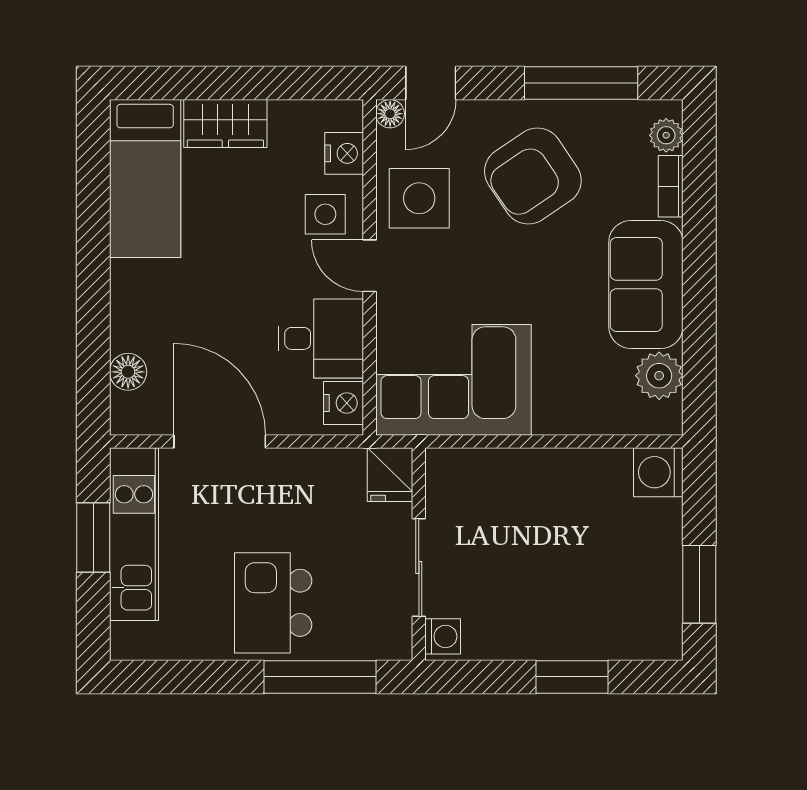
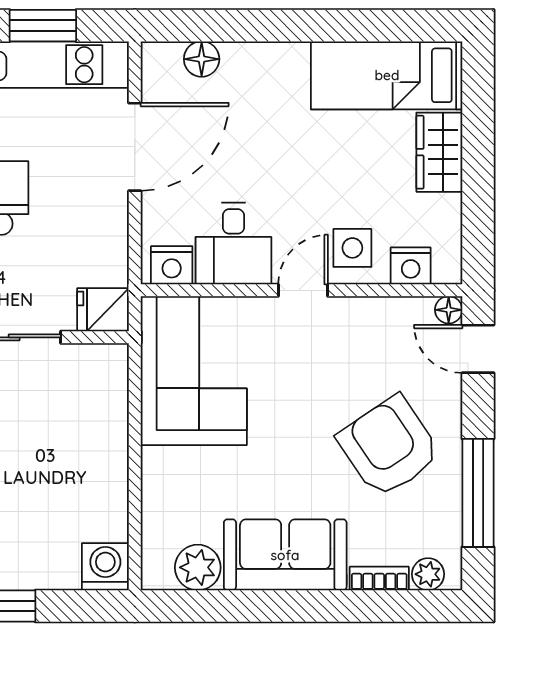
side table: (419, 198) -> (368, 338), removed

